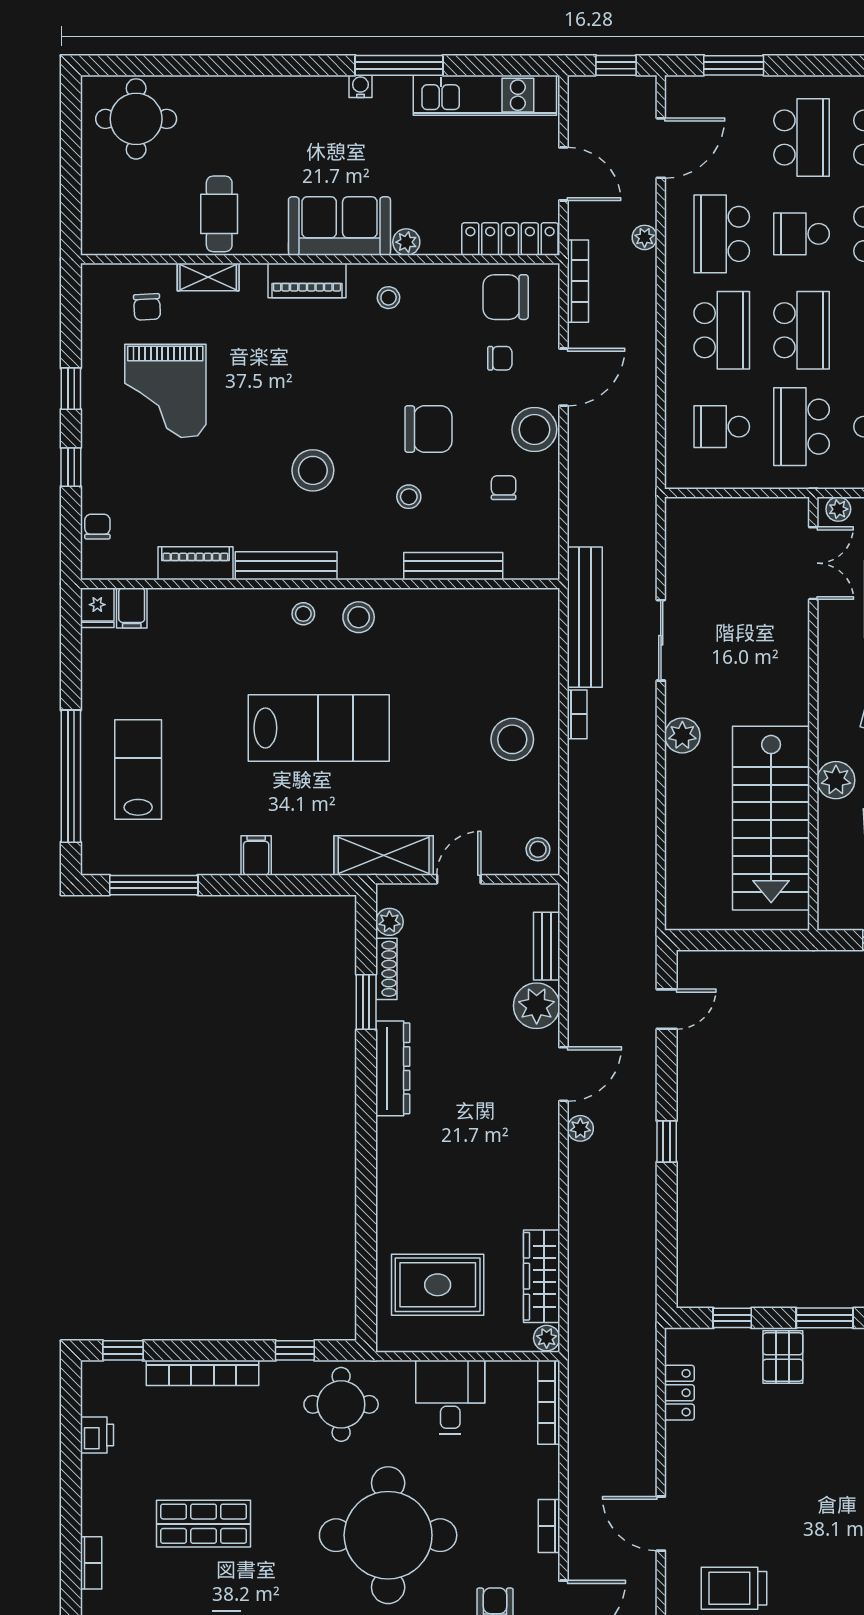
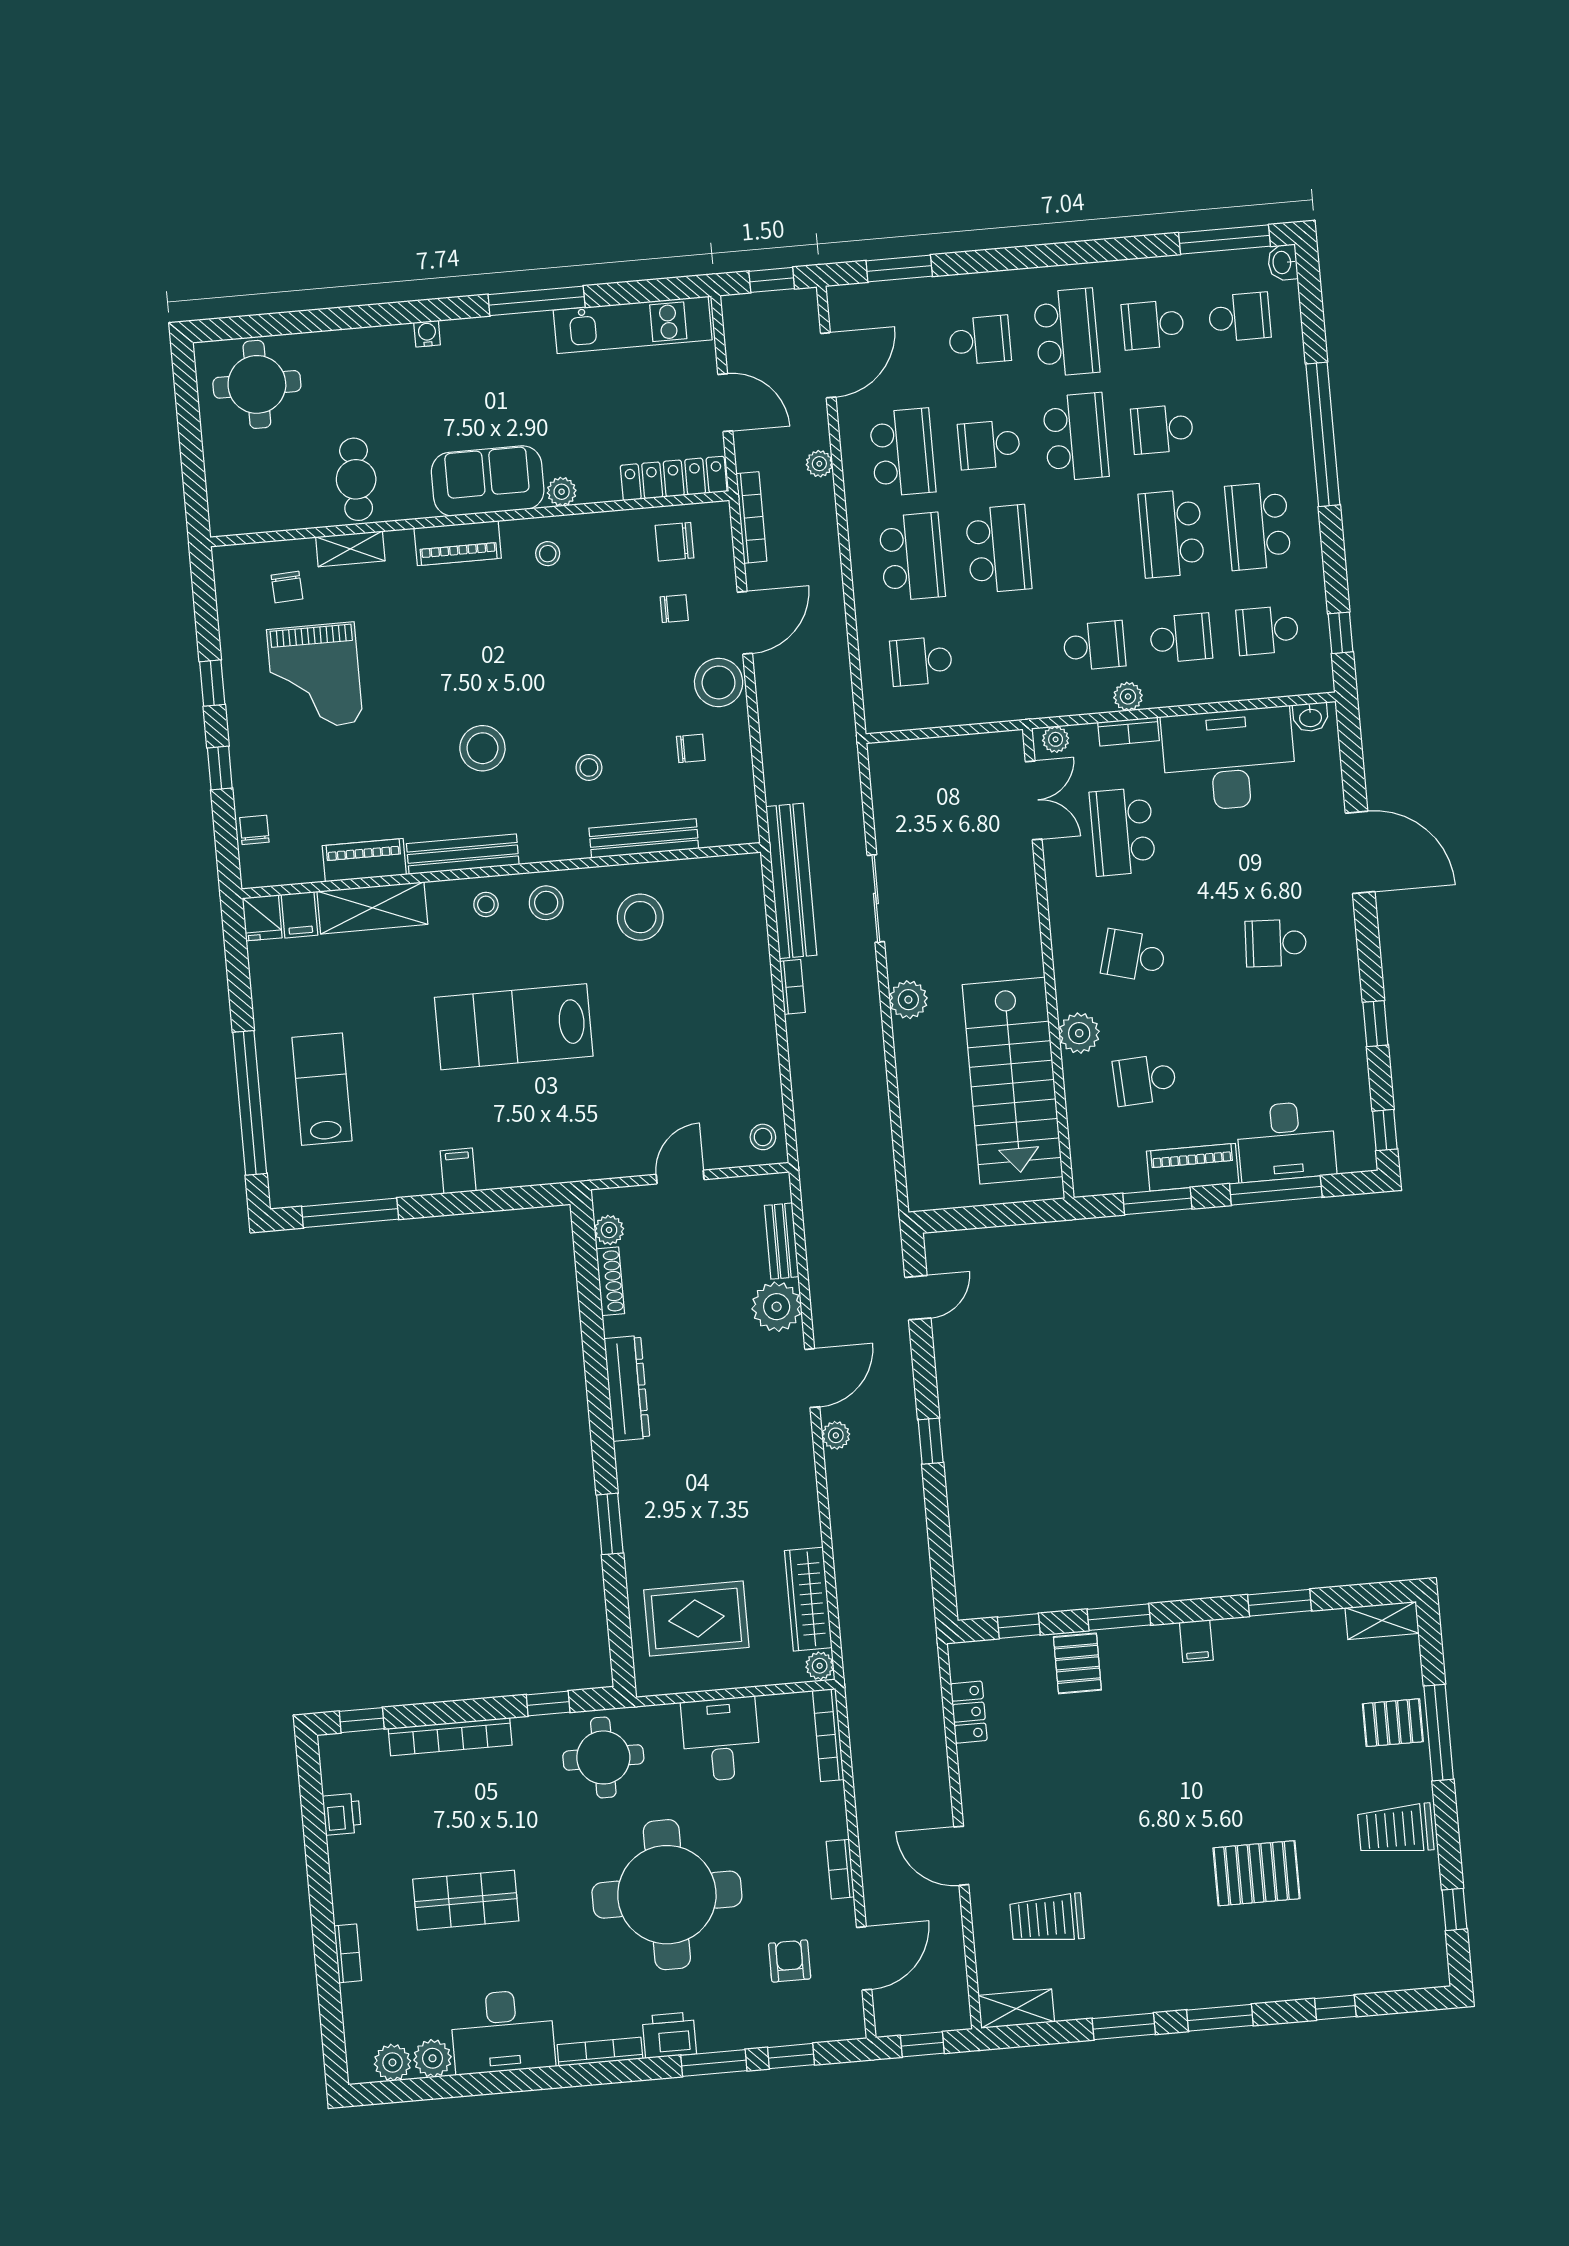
water cooler: (360, 86) -> (427, 334), moved
school desk: (802, 138) -> (980, 340), width x0.54
school desk: (722, 234) -> (903, 452), turned 180
chair: (506, 297) -> (674, 542), width x0.73, depth x0.73
school desk: (802, 427) -> (1008, 653), removed
chair: (428, 429) -> (604, 692), removed
chair: (504, 488) -> (691, 748), turned 90
lab bench: (319, 728) -> (514, 1027), turned 180
stool: (512, 739) -> (640, 917), moved
shelving: (384, 856) -> (372, 908), moved
window: (366, 1002) -> (610, 1524), moved

